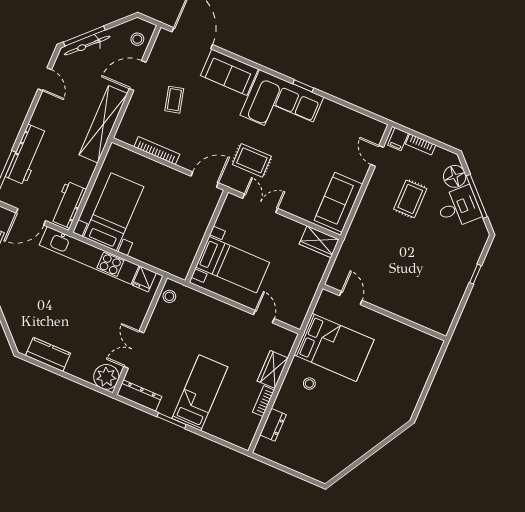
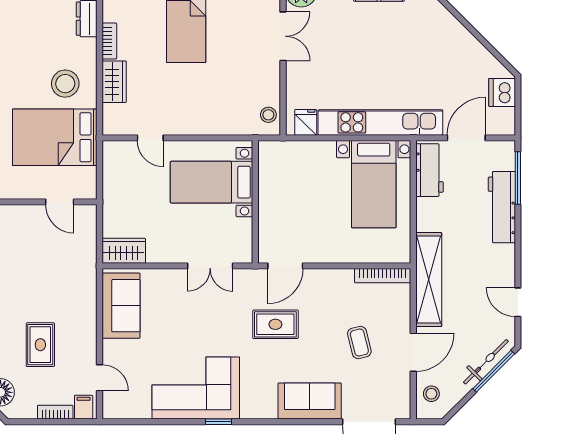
corner sofa: (282, 106) -> (196, 388), moved
bookcase: (157, 151) -> (383, 276), moved
rug: (252, 160) -> (275, 324), moved
stool: (309, 384) -> (65, 84), width x1.89, depth x1.89

